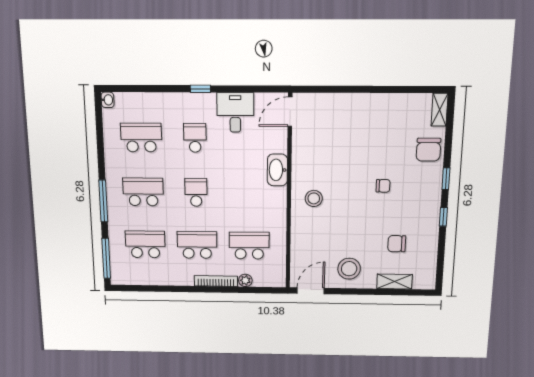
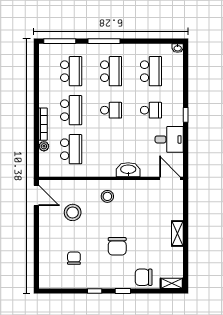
chair: (383, 186) -> (117, 246), width x1.87, depth x1.87
stool: (349, 269) -> (73, 212), moved
shelving: (394, 281) -> (177, 234), moved

